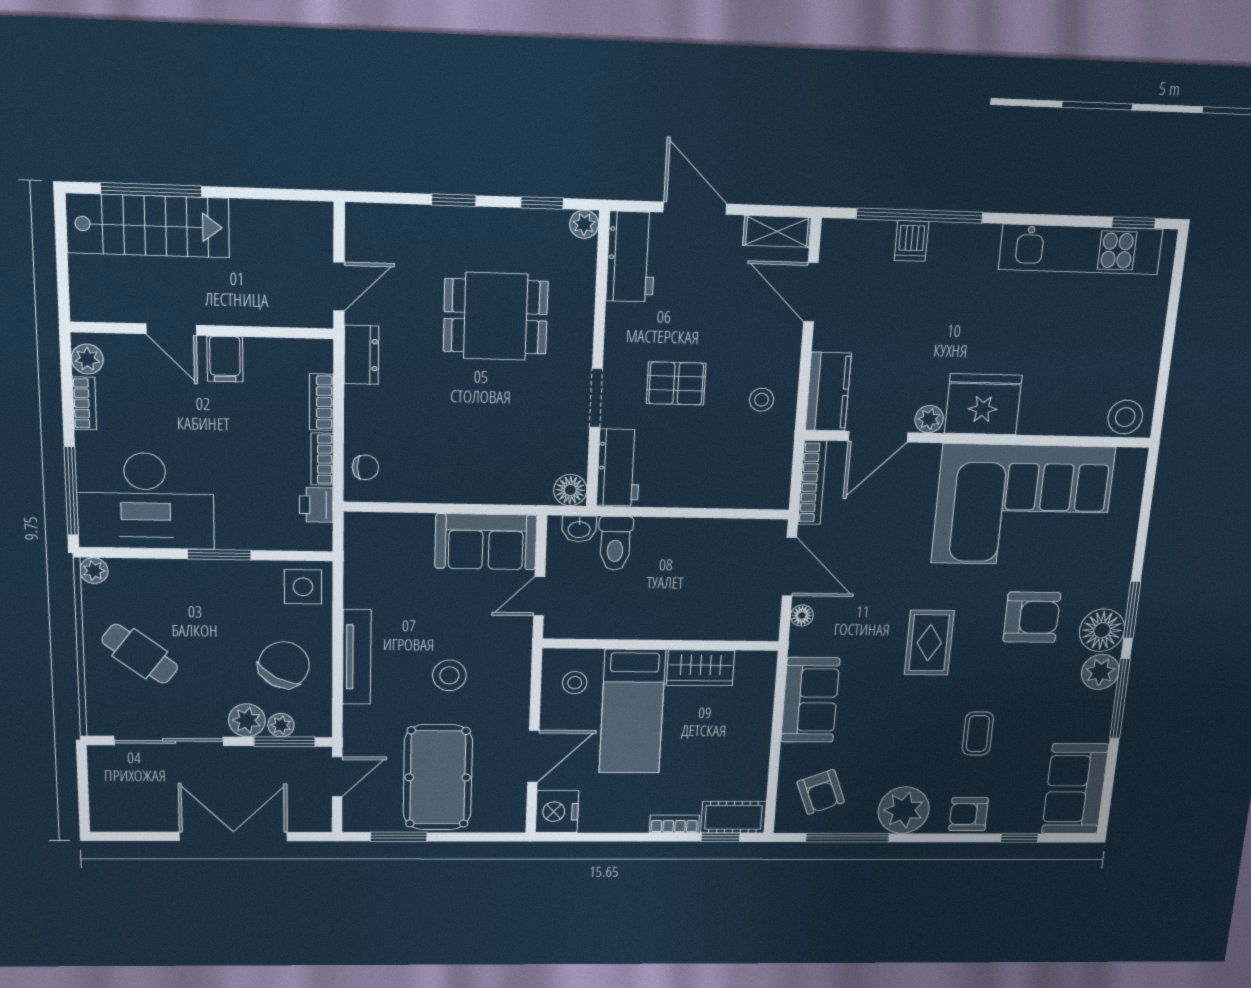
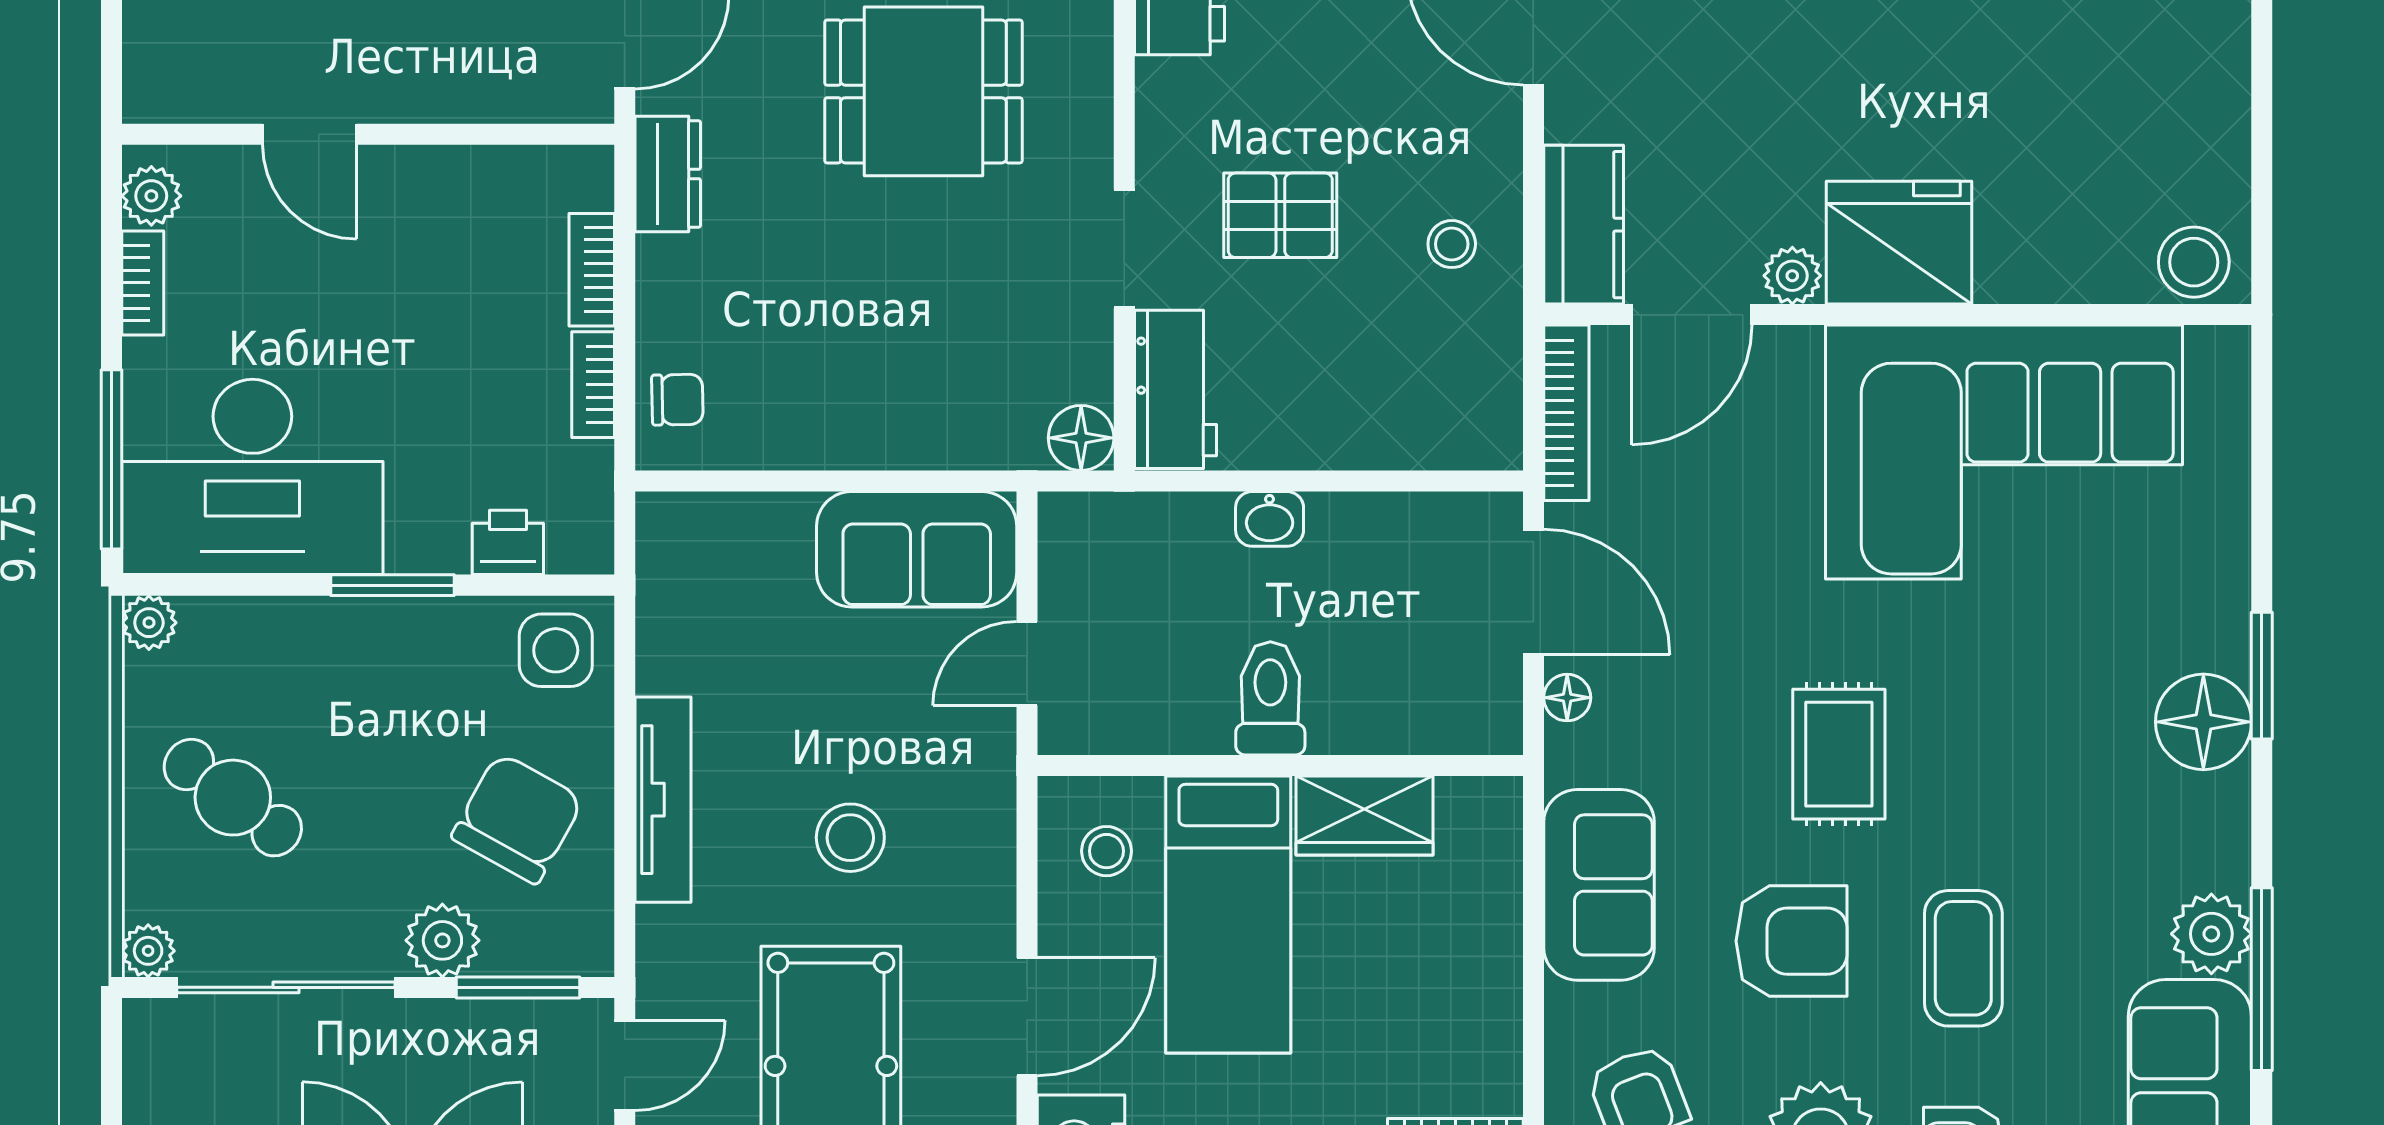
filing cabinet: (225, 359) -> (409, 189), removed
printer: (316, 505) -> (508, 542), moved, turned 90
washbasin: (579, 529) -> (1270, 519), moved
toilet: (615, 543) -> (1270, 698), moved, turned 180
armchair: (1032, 617) -> (1791, 941), moved
plant: (1100, 672) -> (2211, 934), moved
window: (1120, 699) -> (2262, 979), moved
plant: (281, 725) -> (148, 951), moved
coffee table: (978, 734) -> (1963, 958), width x1.36, depth x1.30

